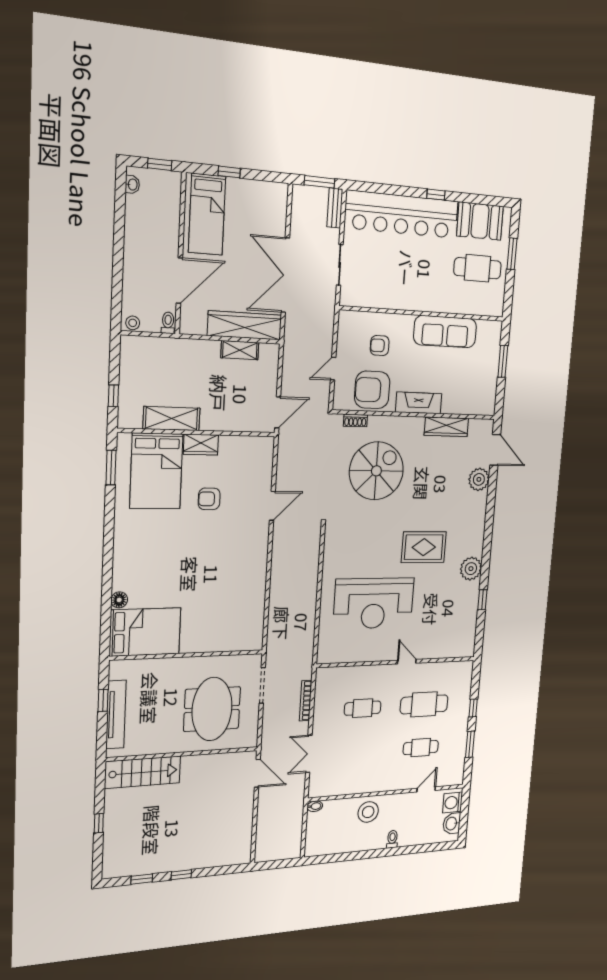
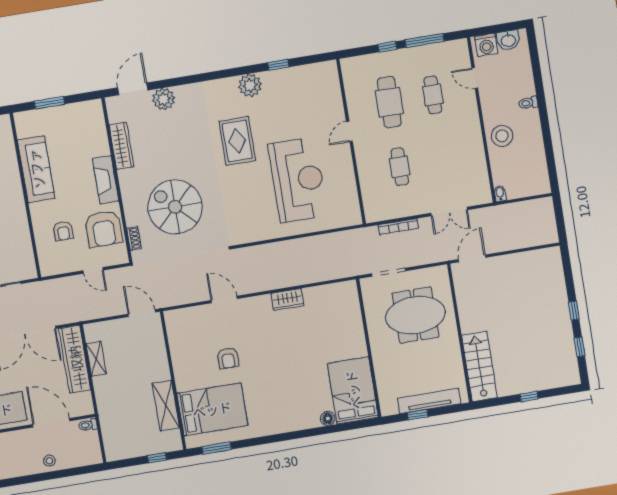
stool: (133, 323) -> (49, 461), moved
wardrobe: (201, 445) -> (288, 299), moved, turned 90
window: (470, 744) -> (425, 41), width x1.44

